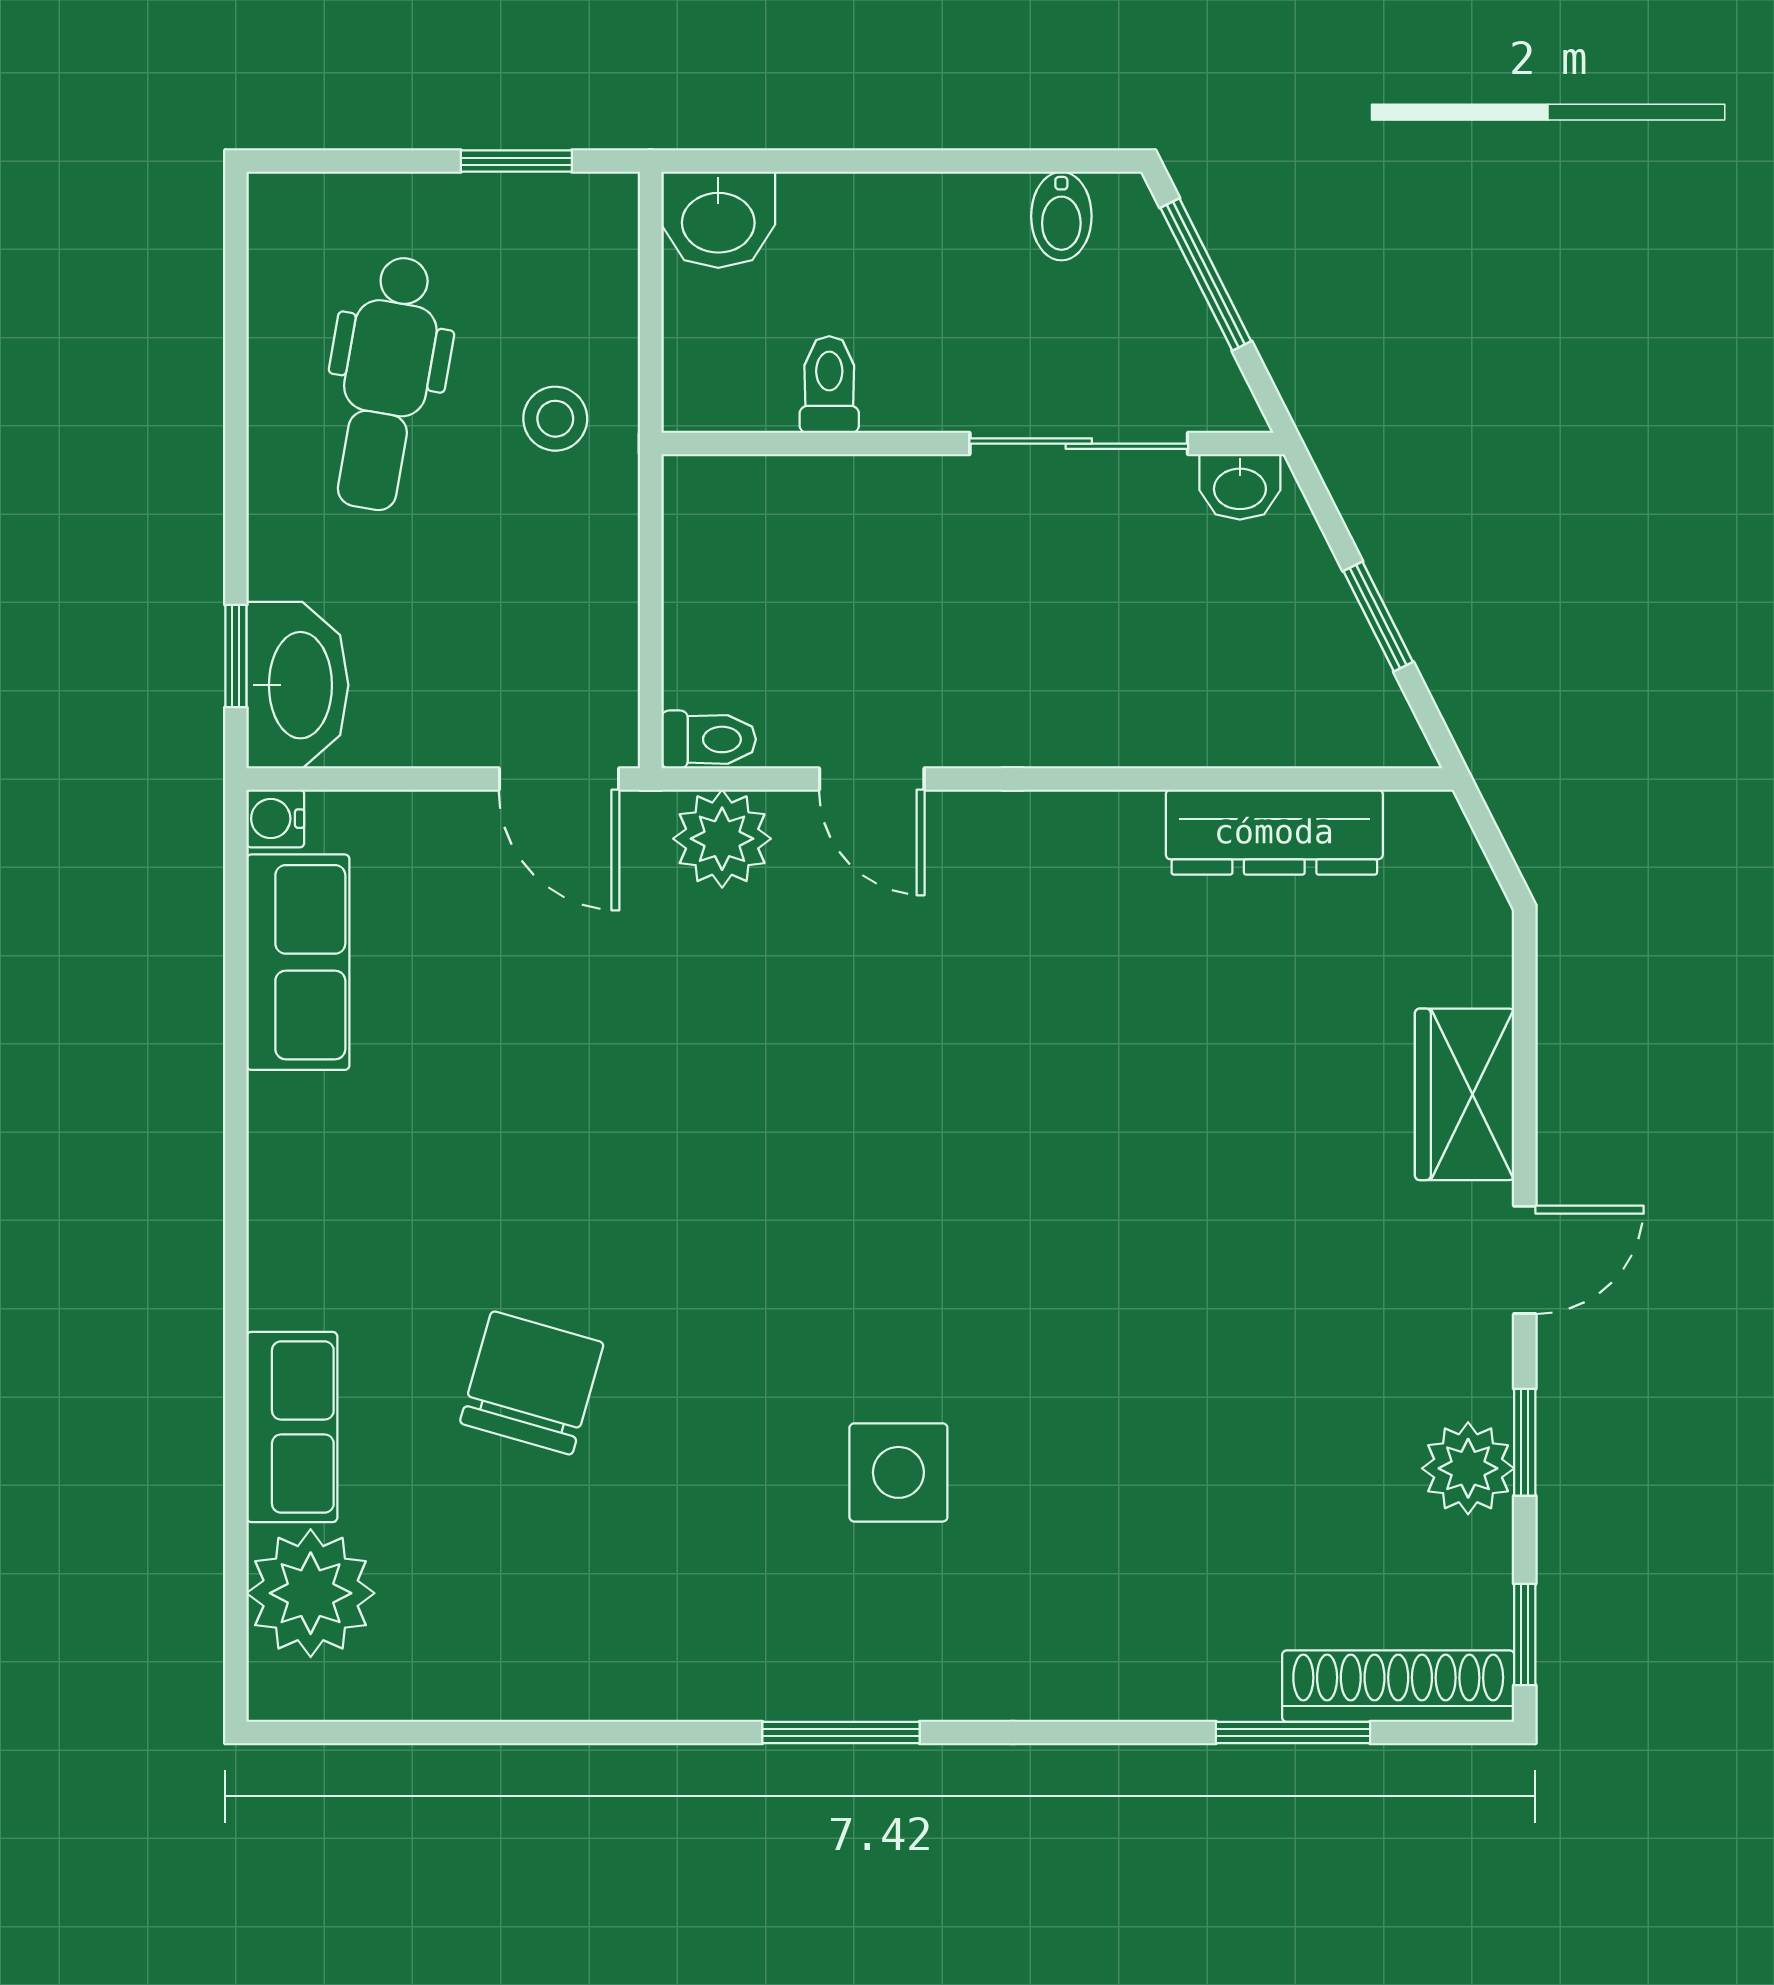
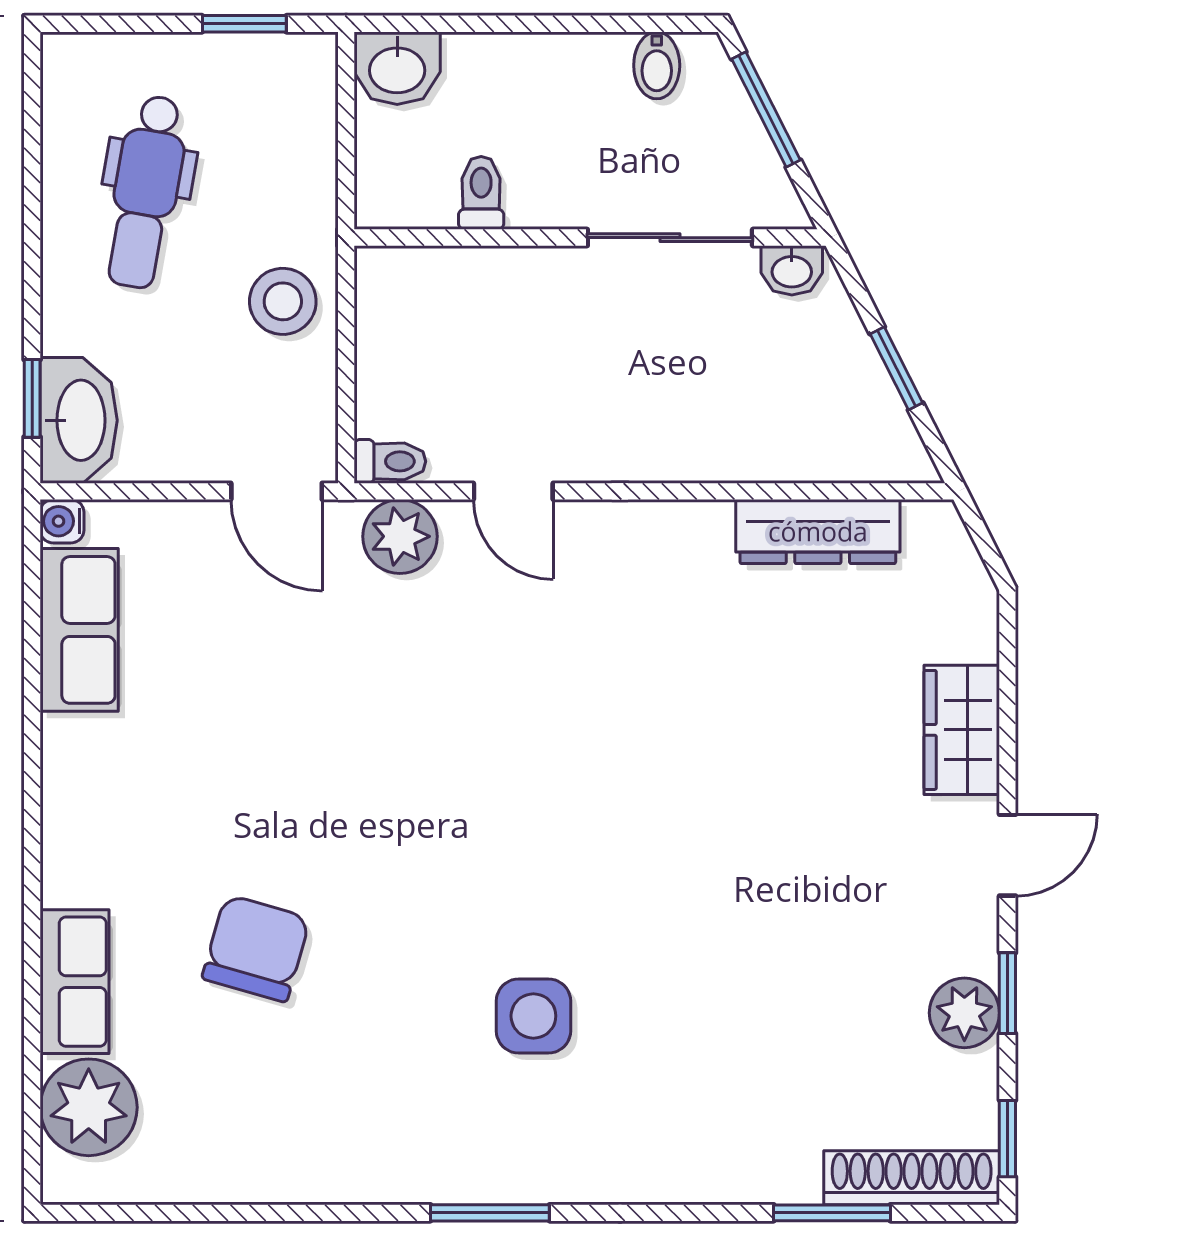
stool: (555, 419) -> (283, 301), moved, width x1.37, depth x1.37

